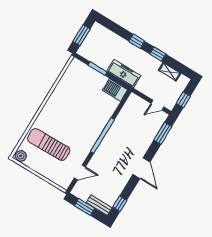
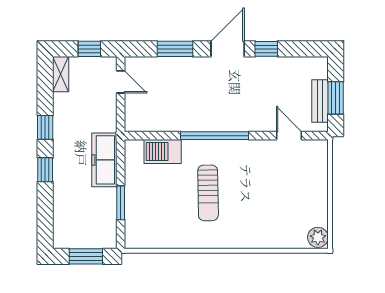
shelving: (170, 72) -> (61, 74), moved
barbecue: (115, 90) -> (163, 151), moved, turned 90
window: (163, 133) -> (175, 49), moved
sun lounger: (49, 144) -> (208, 193), moved, width x0.73, depth x0.75
window: (120, 204) -> (266, 49), moved
bench: (99, 205) -> (320, 101), moved

